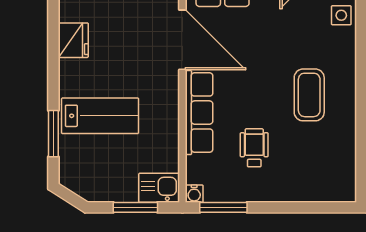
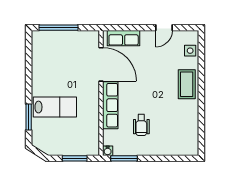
fridge: (73, 40) -> (40, 65), removed
coffee table: (309, 95) -> (187, 84), moved
wheelchair: (254, 148) -> (141, 125), turned 180
kitchen sink: (159, 188) -> (88, 147), removed

